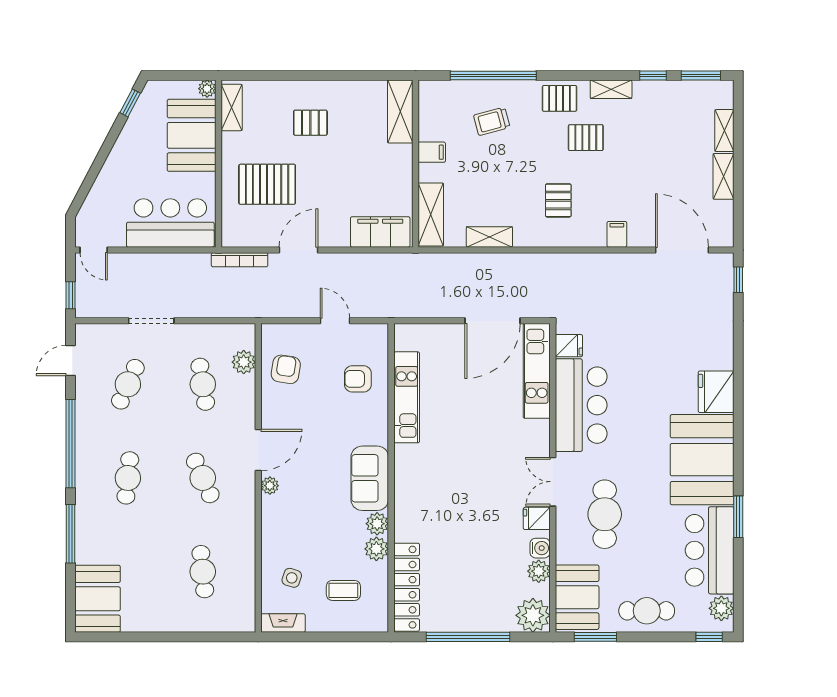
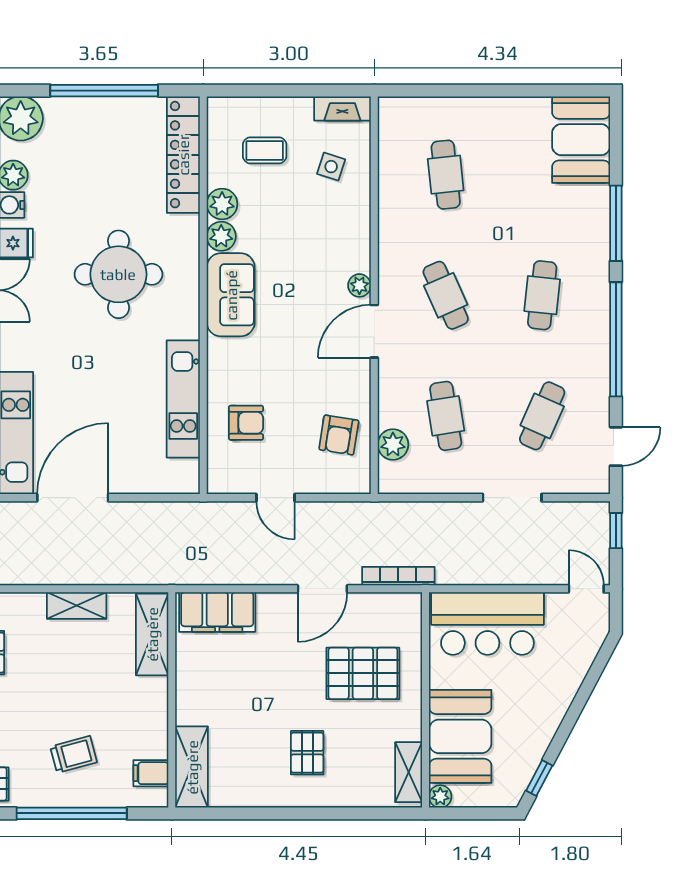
pallet: (310, 123) -> (307, 753), turned 90
filing cabinet: (432, 152) -> (151, 773), moved
round table: (457, 494) -> (118, 274), added

